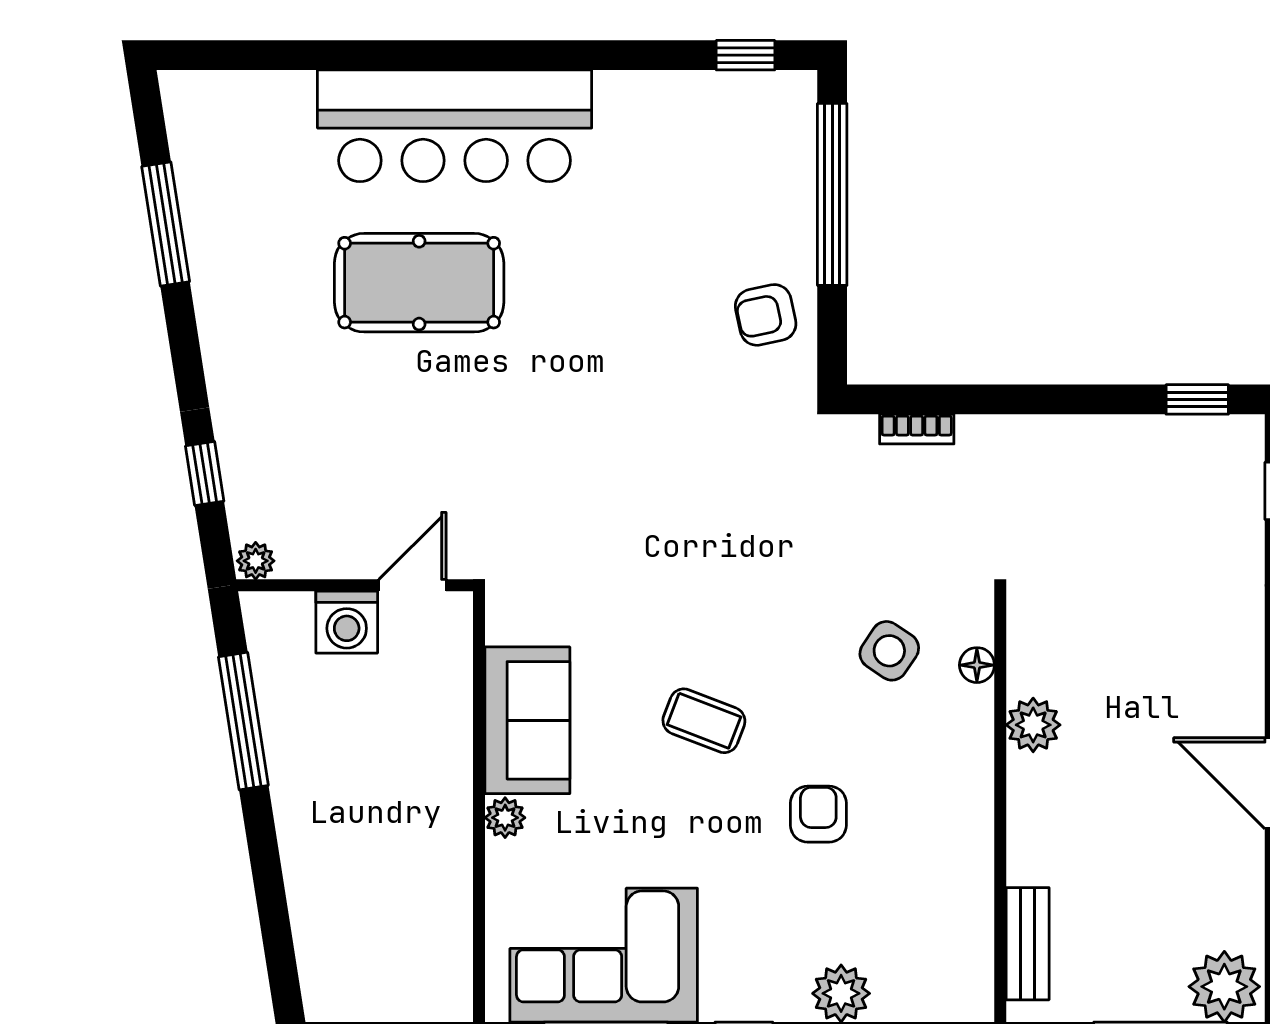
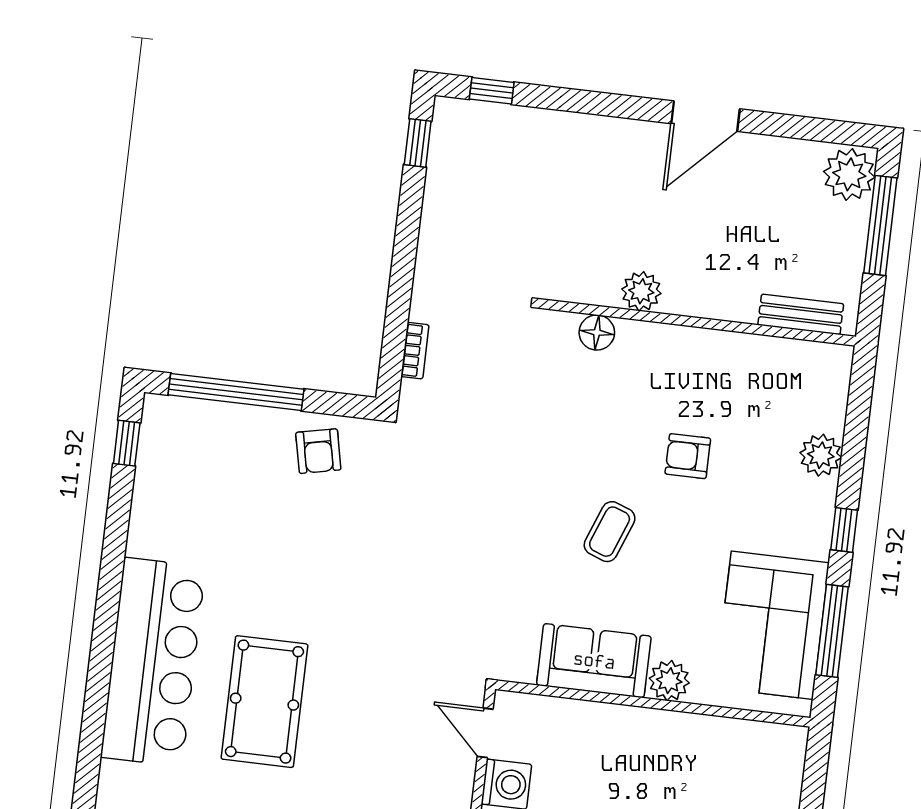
side table: (889, 651) -> (575, 390), removed
floor lamp: (977, 665) -> (597, 332), width x1.37, depth x1.37
plant: (505, 818) -> (669, 681), width x1.38, depth x1.38

